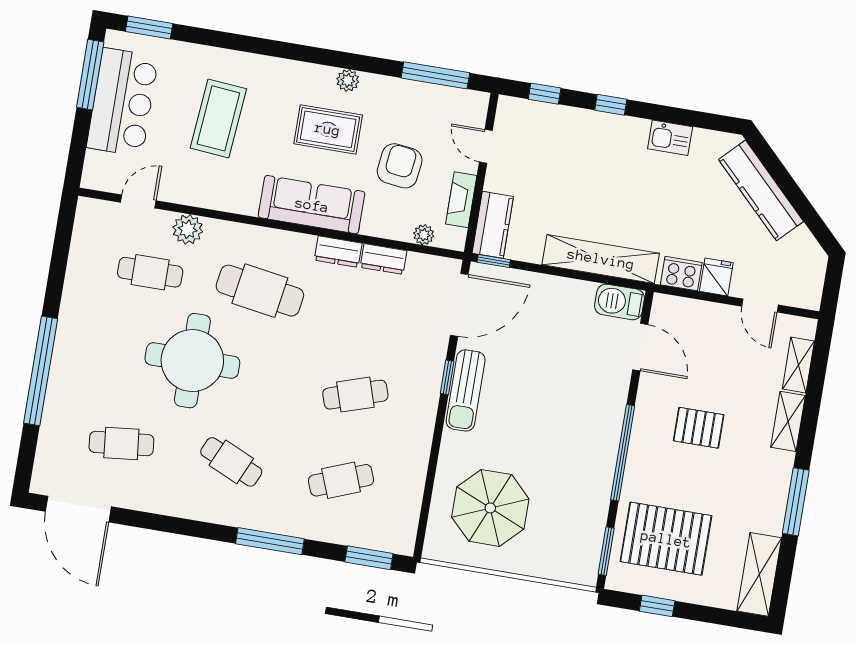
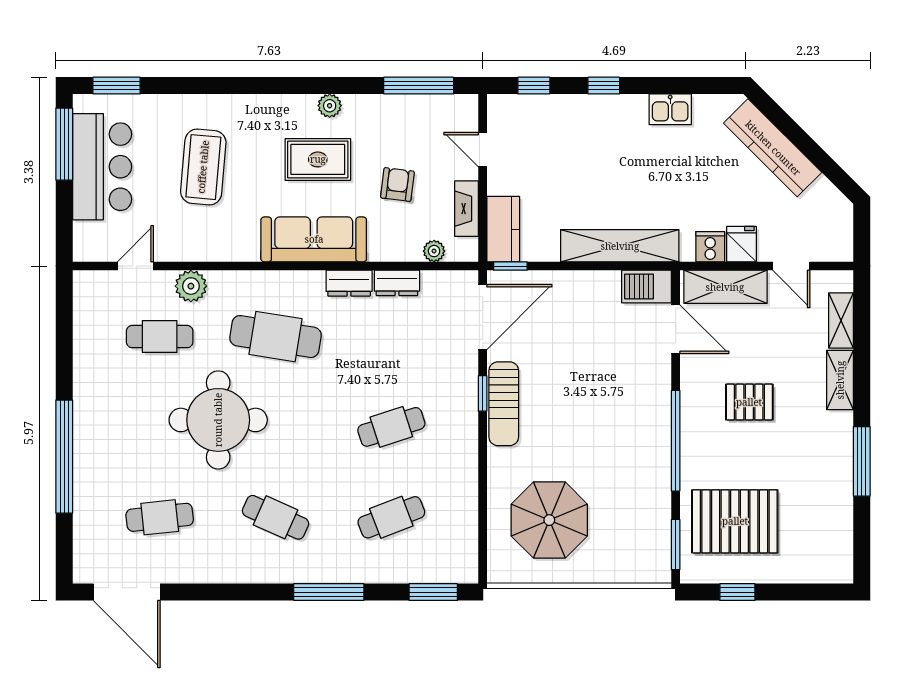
armchair: (400, 166) -> (397, 185), width x0.72, depth x0.72
cooker: (681, 274) -> (710, 247), width x0.73
shelving: (759, 574) -> (725, 287), moved, turned 90

